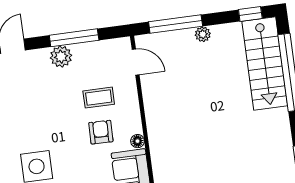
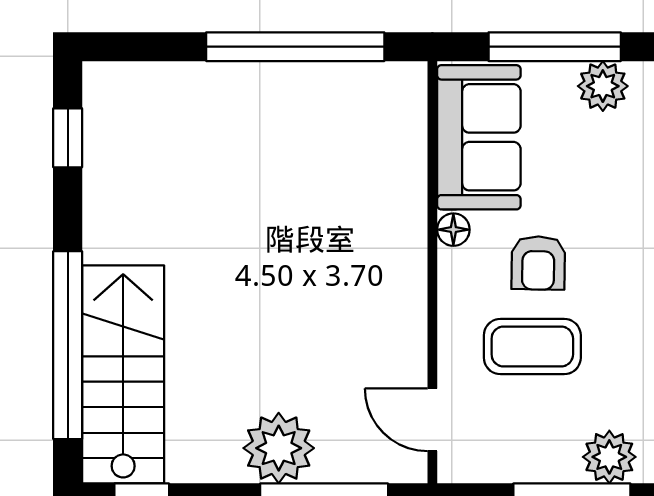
plant: (203, 34) -> (279, 448), width x1.88, depth x1.88
coffee table: (99, 98) -> (532, 347), width x1.36, depth x1.30

